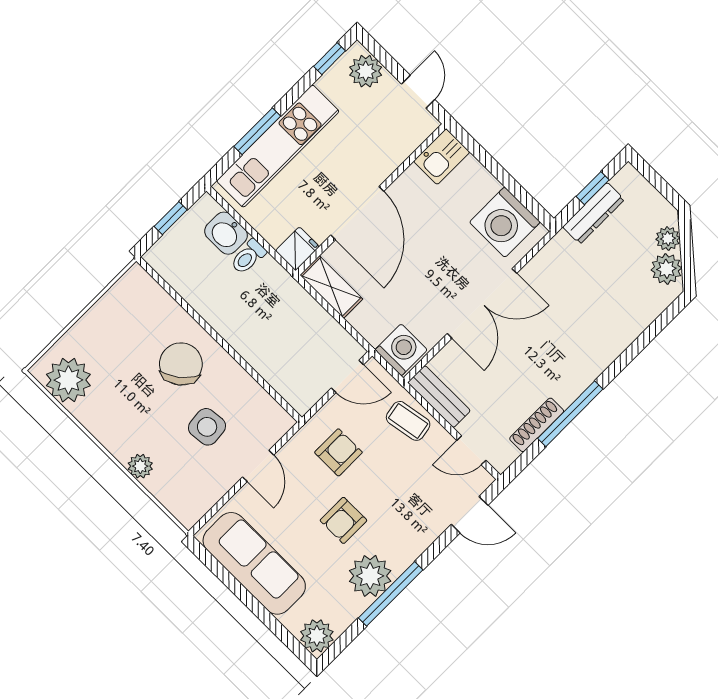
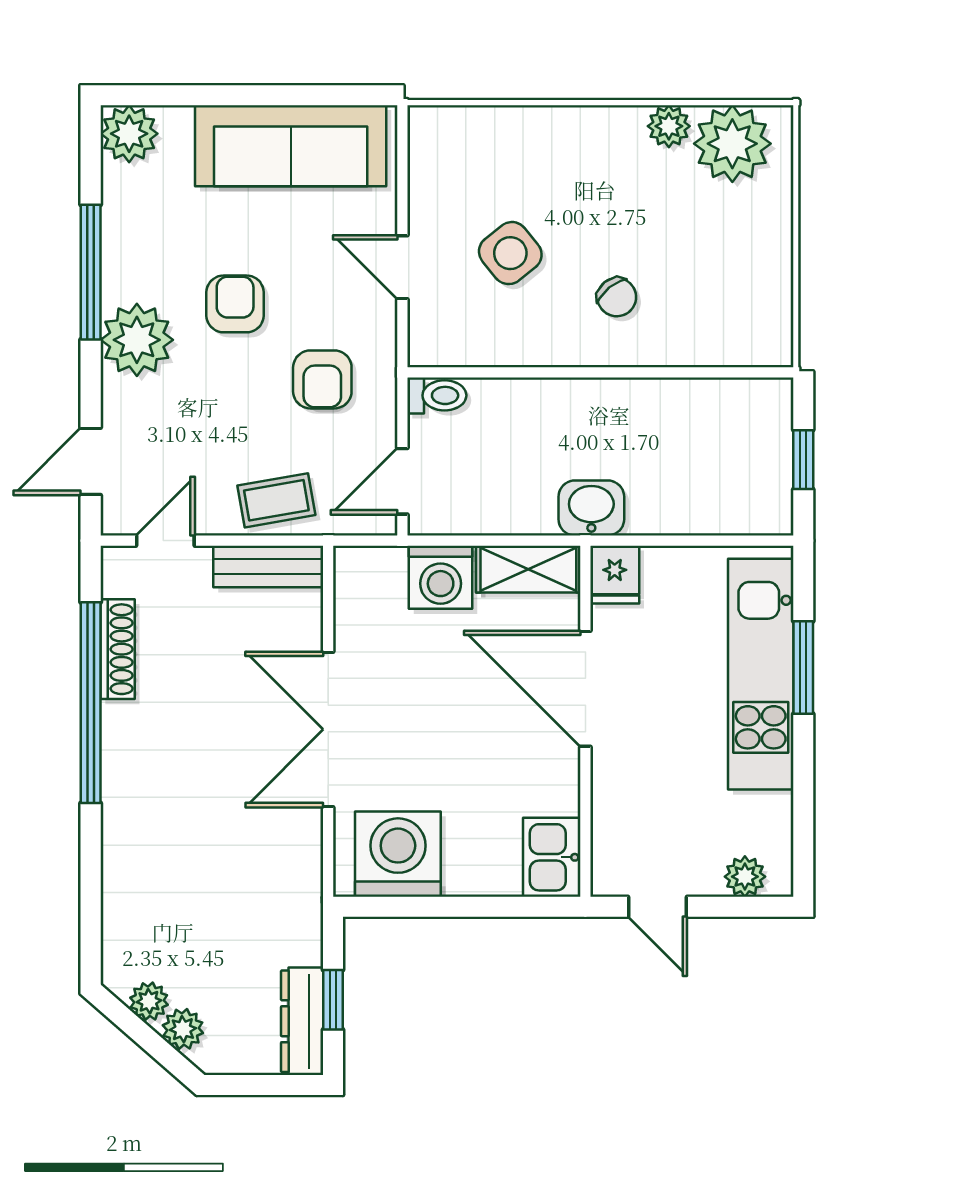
window: (329, 59) -> (803, 841), removed
plant: (366, 71) -> (745, 877), width x0.73, depth x0.73
dresser: (594, 213) -> (302, 1021), moved
washbasin: (226, 233) -> (591, 508), moved
toilet: (248, 257) -> (437, 395), moved, turned 90
plant: (666, 269) -> (149, 1001), width x0.73, depth x0.73
washing machine: (401, 350) -> (441, 577), moved
chair: (181, 364) -> (617, 297), width x0.54, depth x0.54
window: (570, 414) -> (91, 703), width x1.46
side table: (207, 427) -> (510, 253), turned -33
plant: (140, 466) -> (669, 126), moved
plant: (370, 576) -> (137, 340), moved

